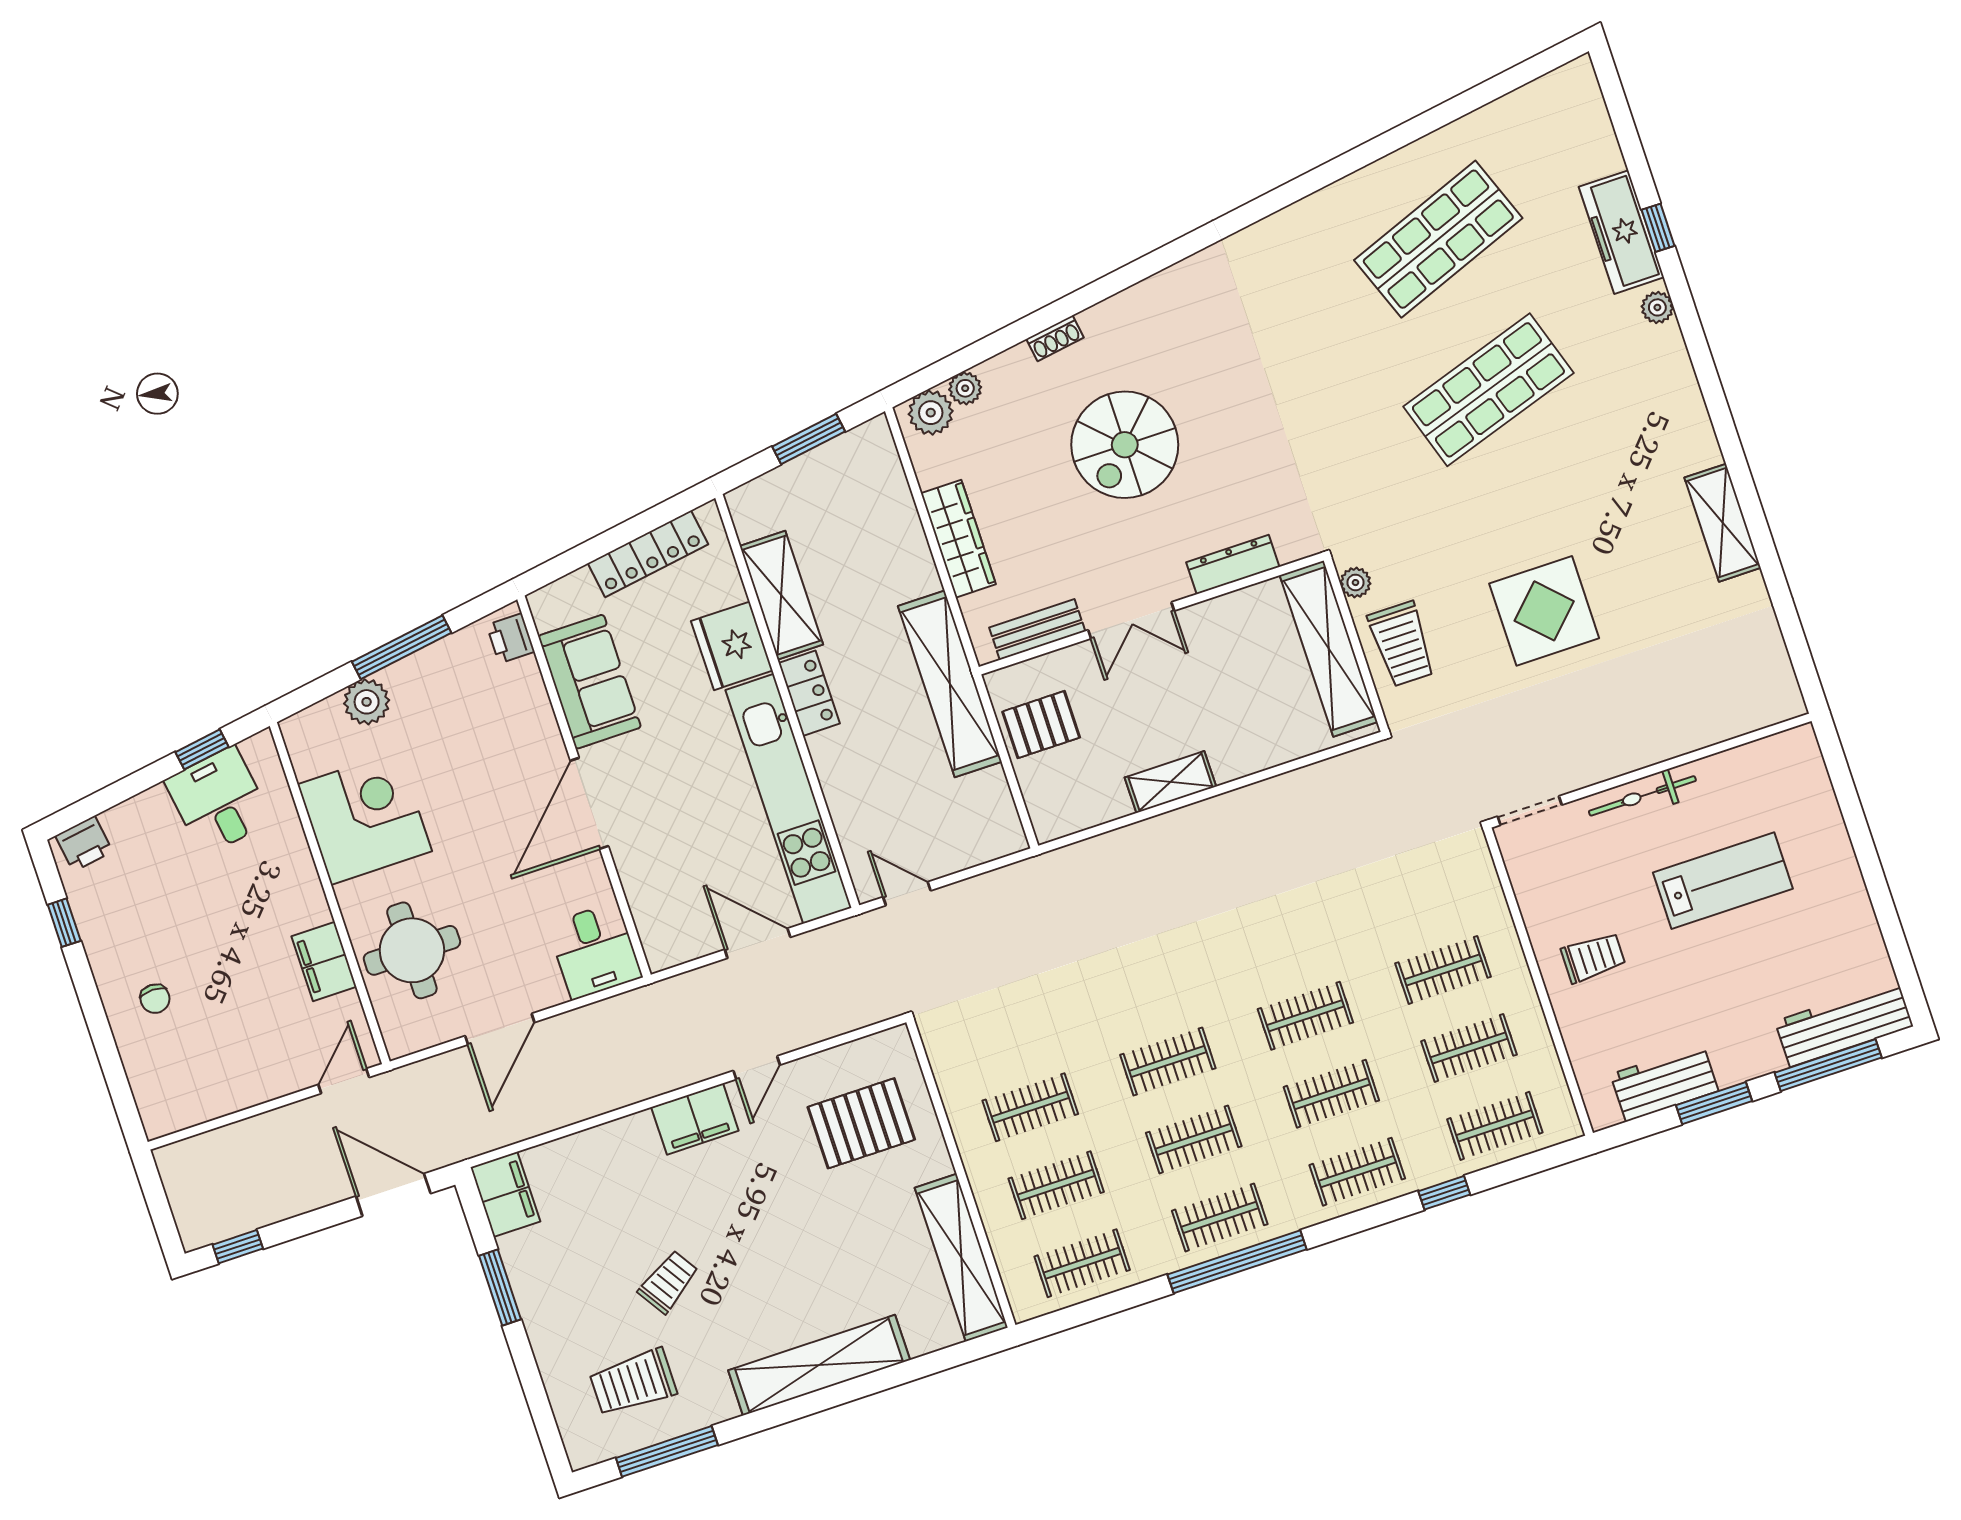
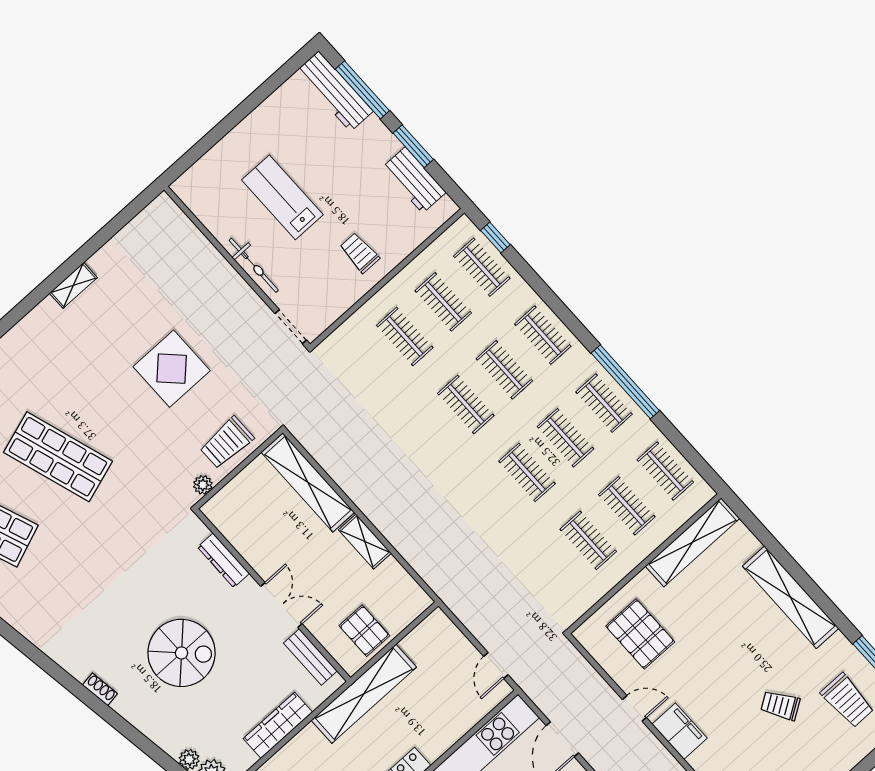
shoe rack: (1055, 338) -> (100, 689), moved
shelving: (1723, 523) -> (73, 285), width x0.67, depth x0.75
trolley: (1402, 644) -> (227, 443), turned 180
shelving: (1329, 649) -> (308, 482), moved, turned 90
window: (1444, 1193) -> (495, 238), moved

